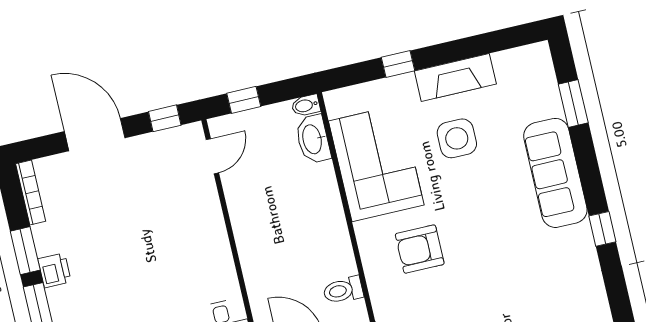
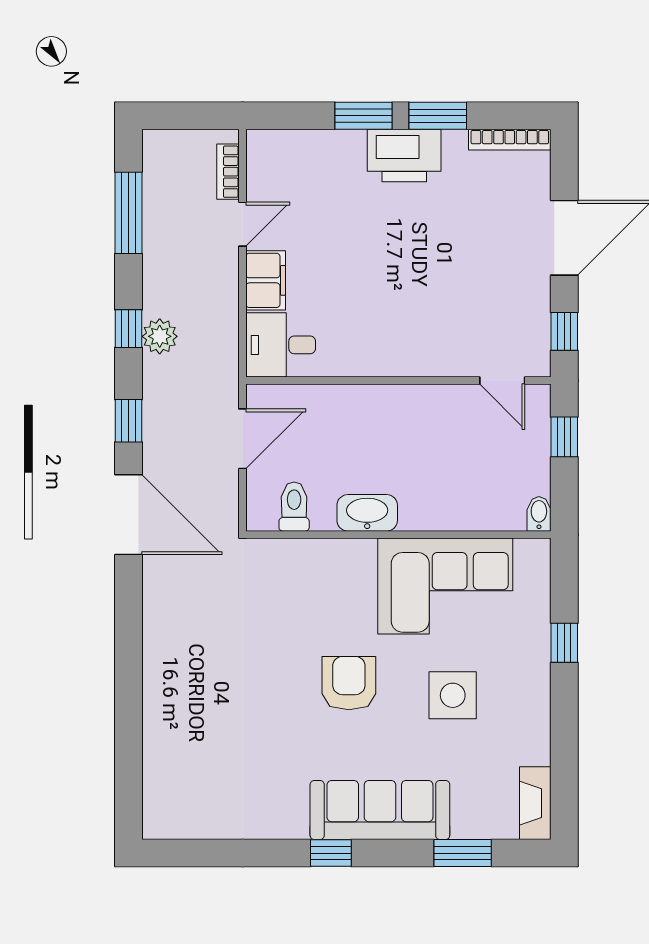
fireplace: (455, 77) -> (535, 803), moved, width x0.73, depth x0.76
washbasin: (313, 139) -> (367, 513), moved
window: (602, 229) -> (331, 853), moved
armchair: (420, 249) -> (349, 683), moved
printer: (54, 270) -> (404, 156), width x1.87, depth x1.48

